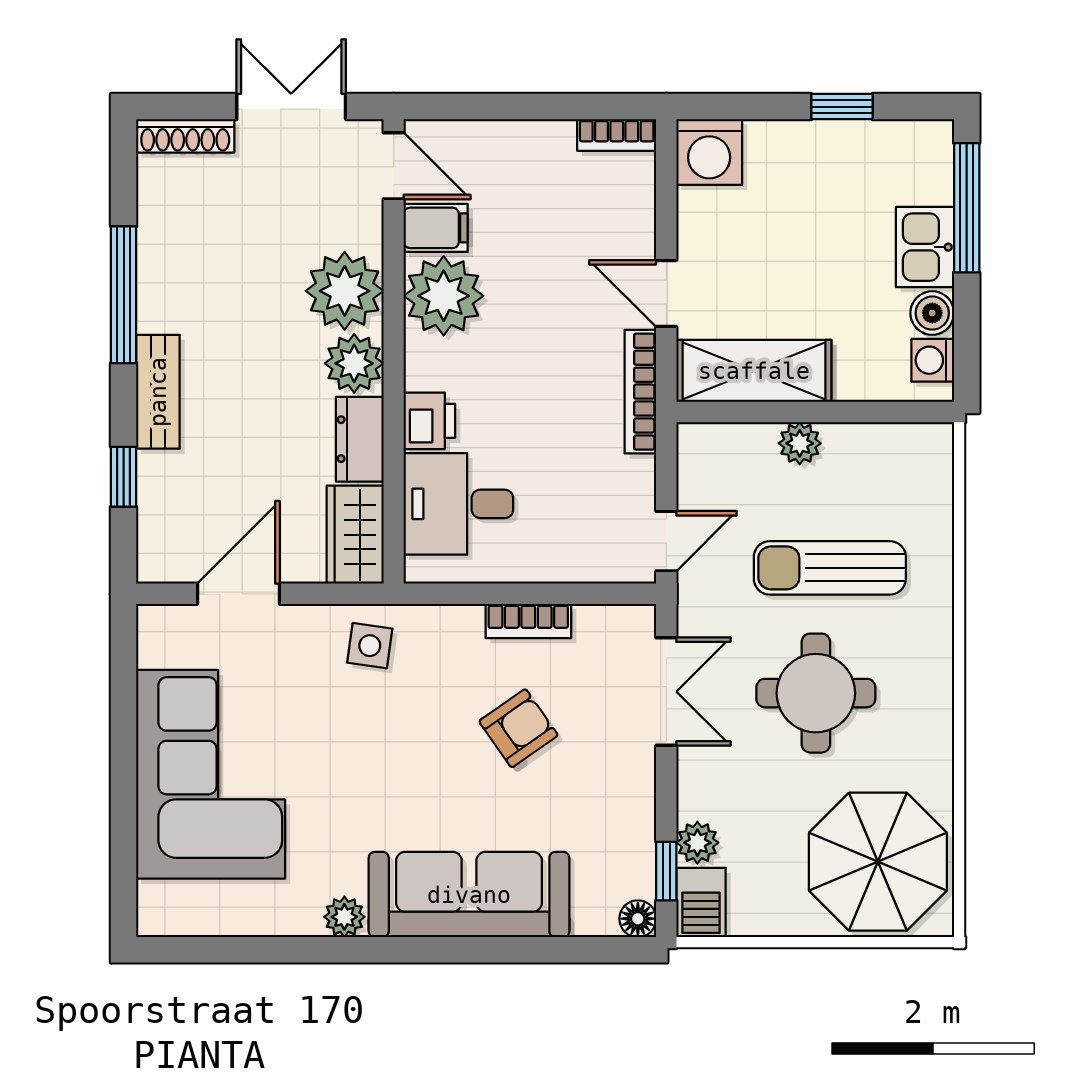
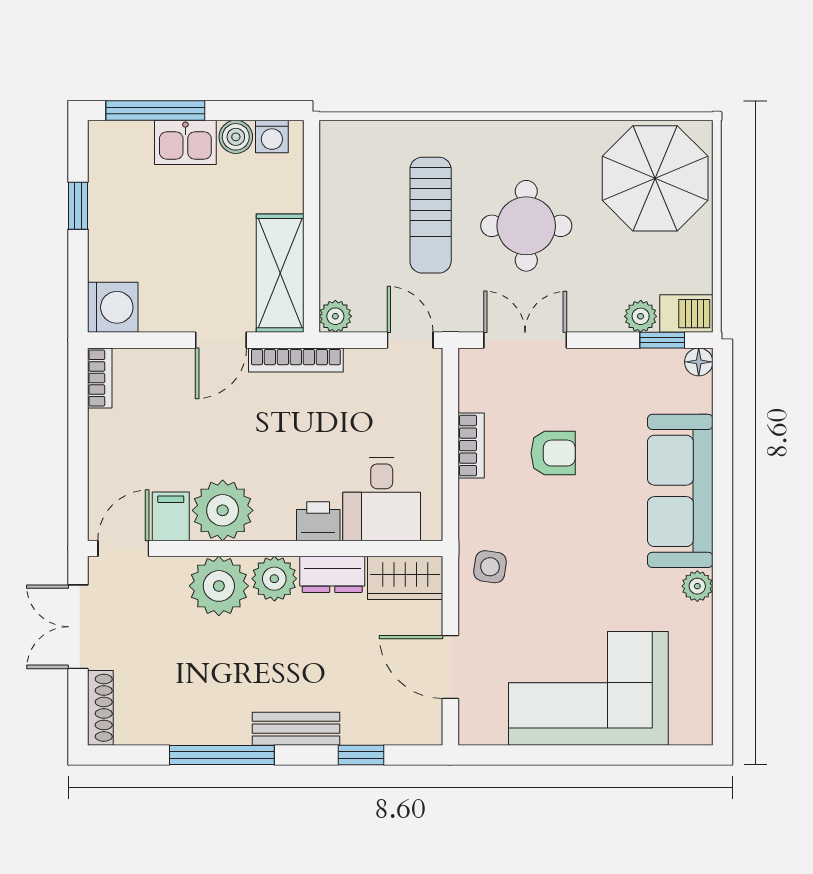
plant: (800, 443) -> (335, 316), moved
armchair: (518, 728) -> (553, 453), turned 125

